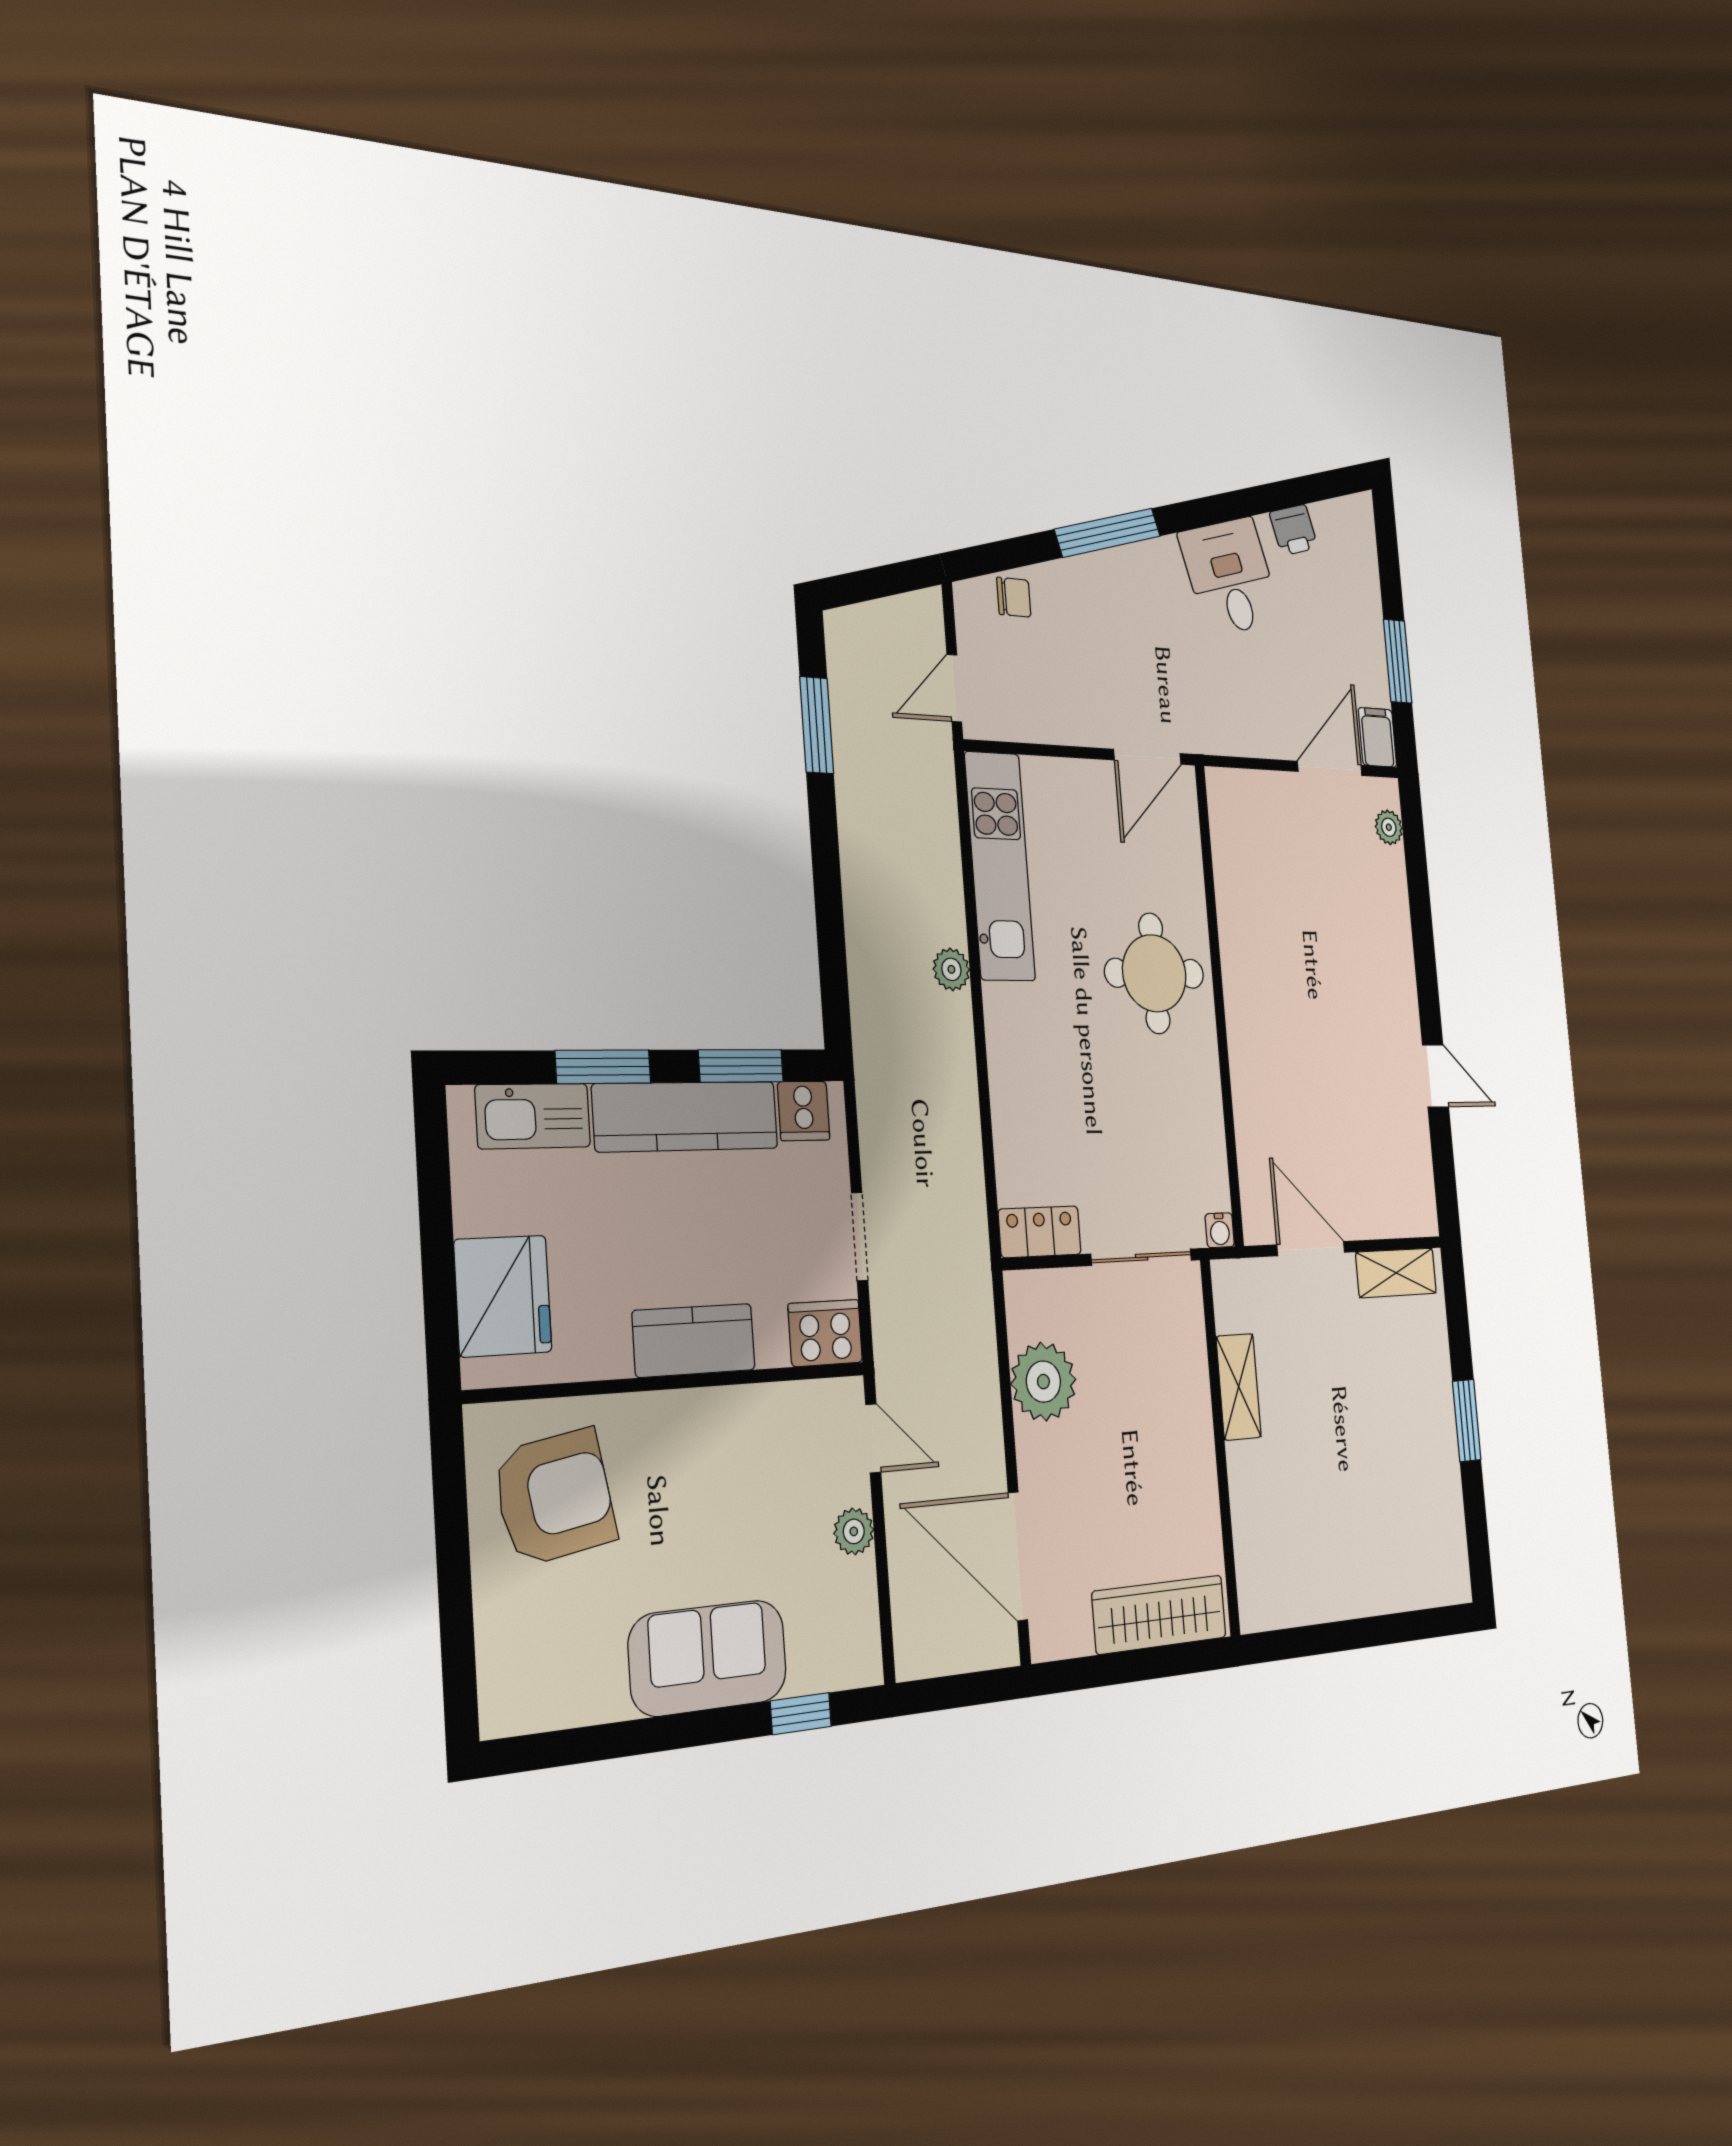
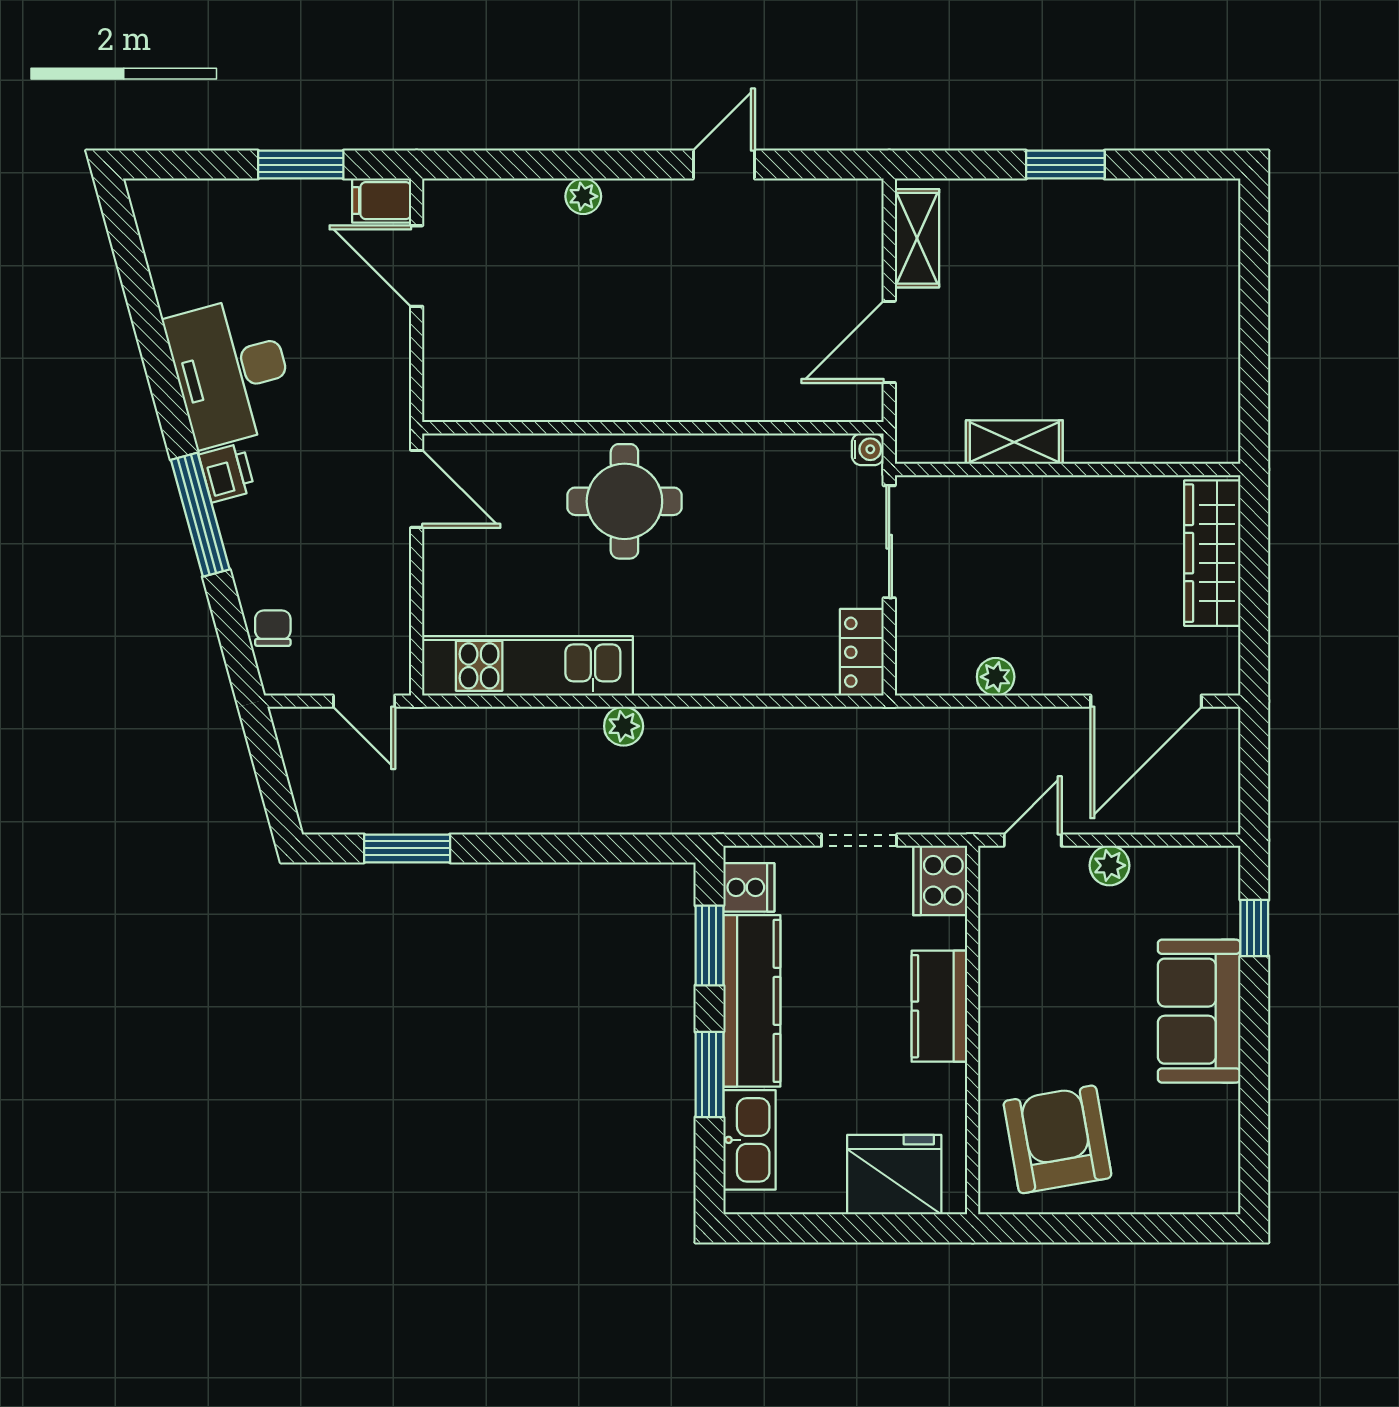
printer: (1294, 530) -> (227, 473), moved
desk: (1230, 577) -> (231, 371), width x1.37
plant: (1389, 827) -> (583, 196), moved
plant: (1043, 1382) -> (996, 677), width x0.53, depth x0.53

